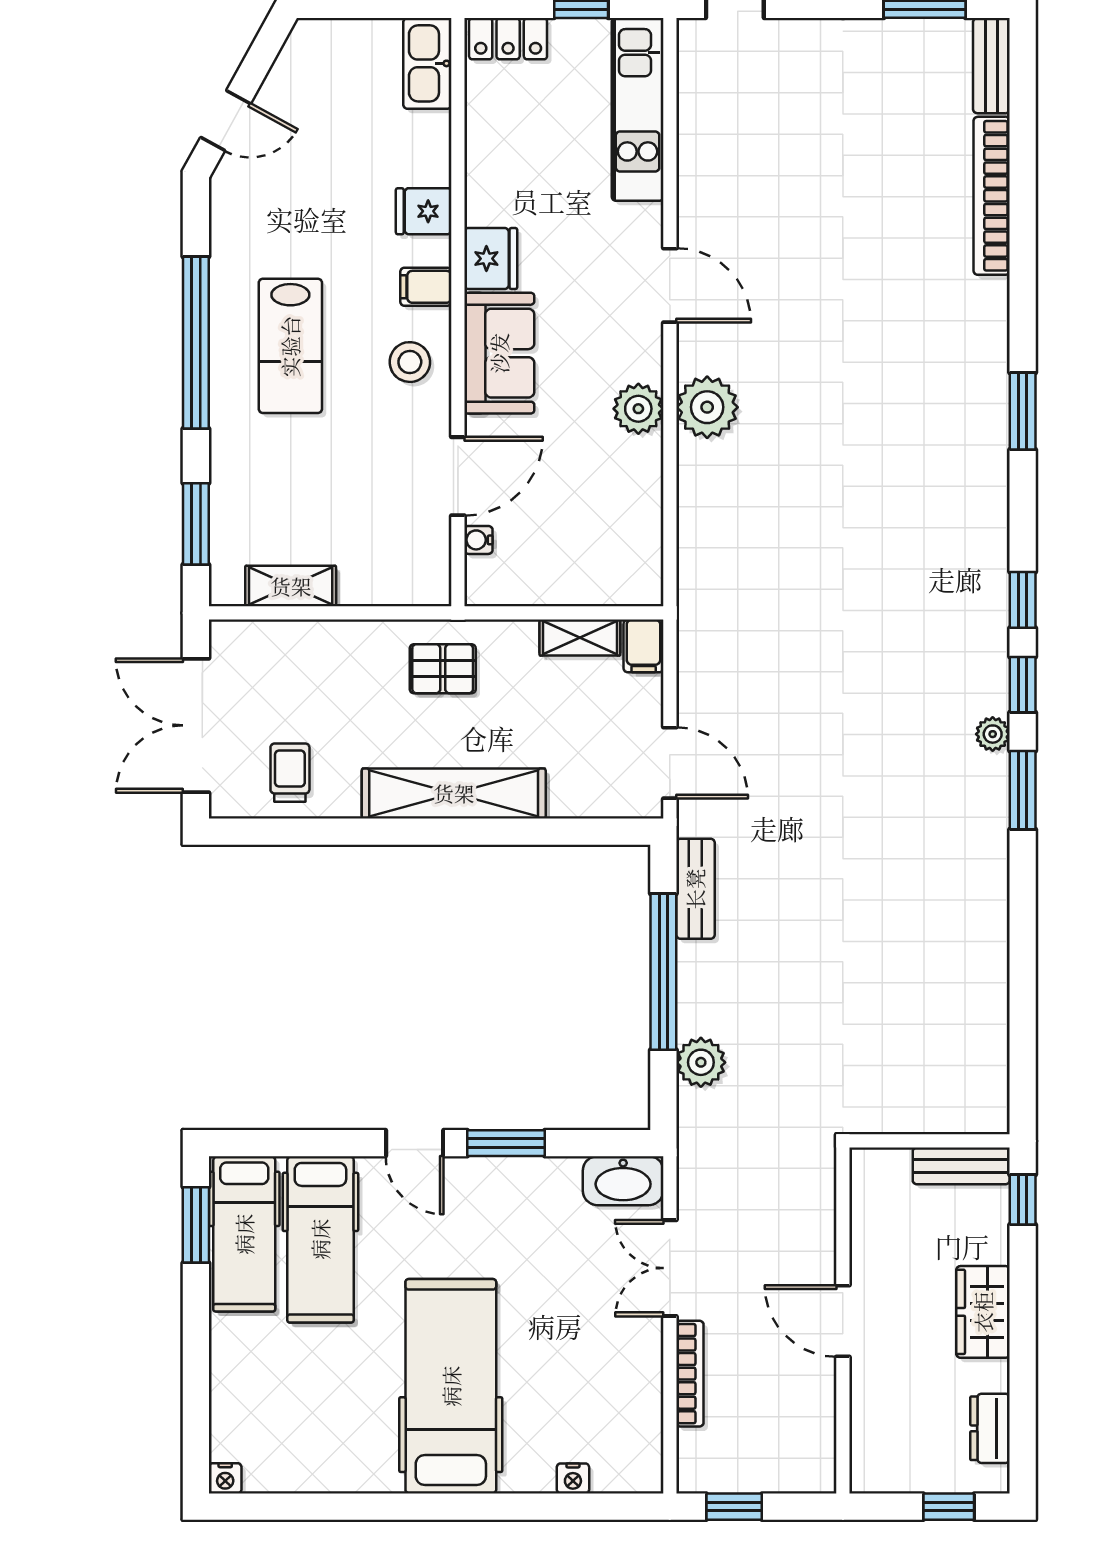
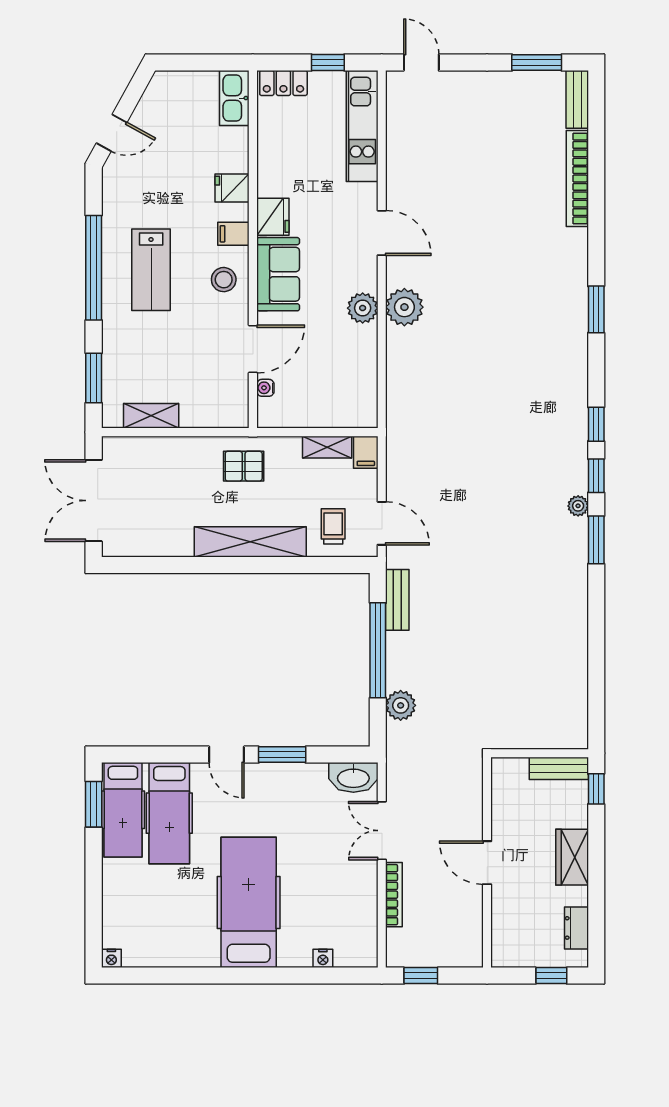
trolley: (290, 773) -> (333, 526), moved

